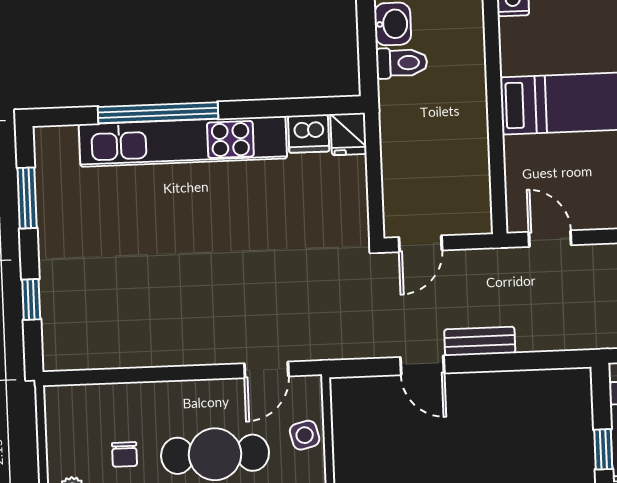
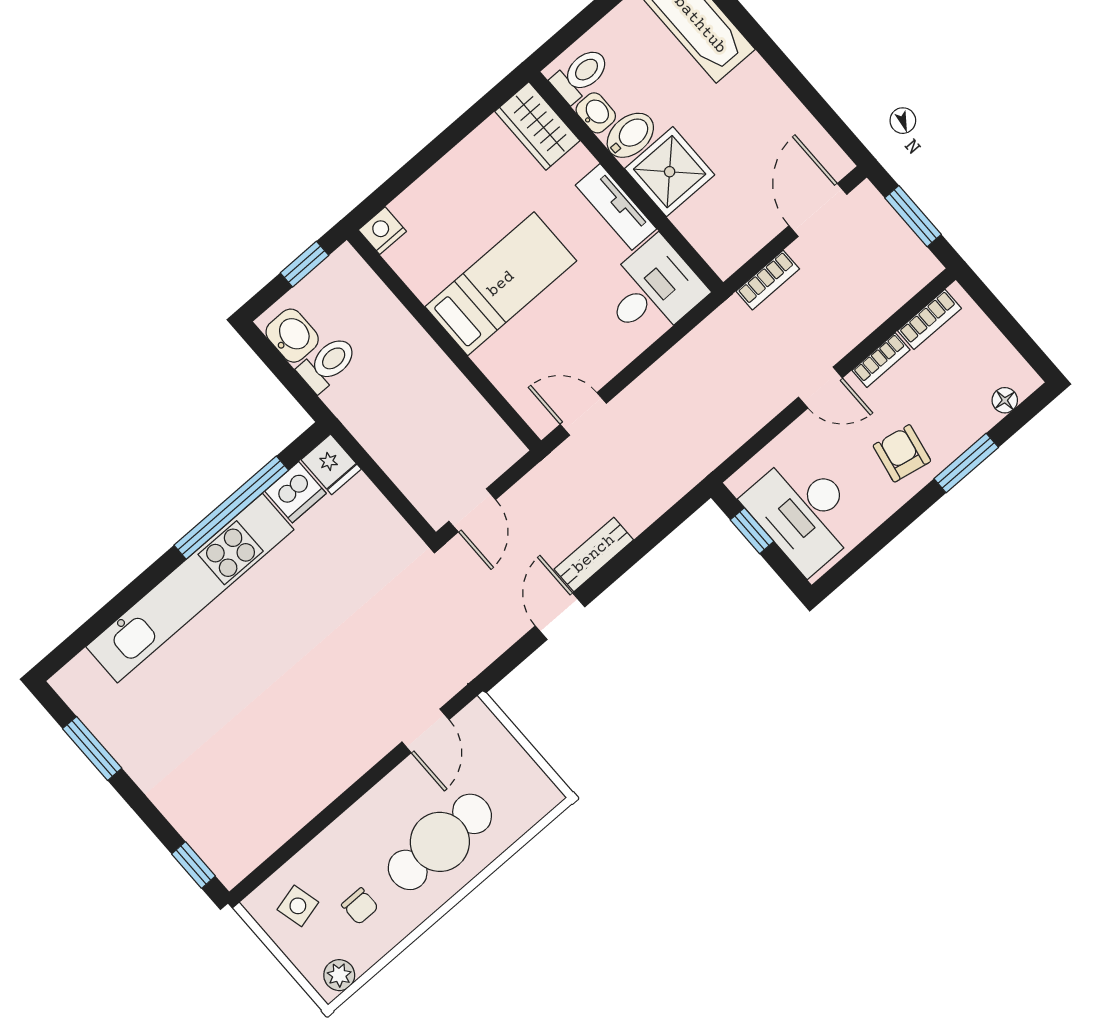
window: (158, 113) -> (231, 508), moved
window: (31, 300) -> (193, 865), moved
door: (422, 365) -> (560, 616), swing flipped
side table: (305, 435) -> (298, 906), moved
window: (603, 449) -> (752, 531), moved

